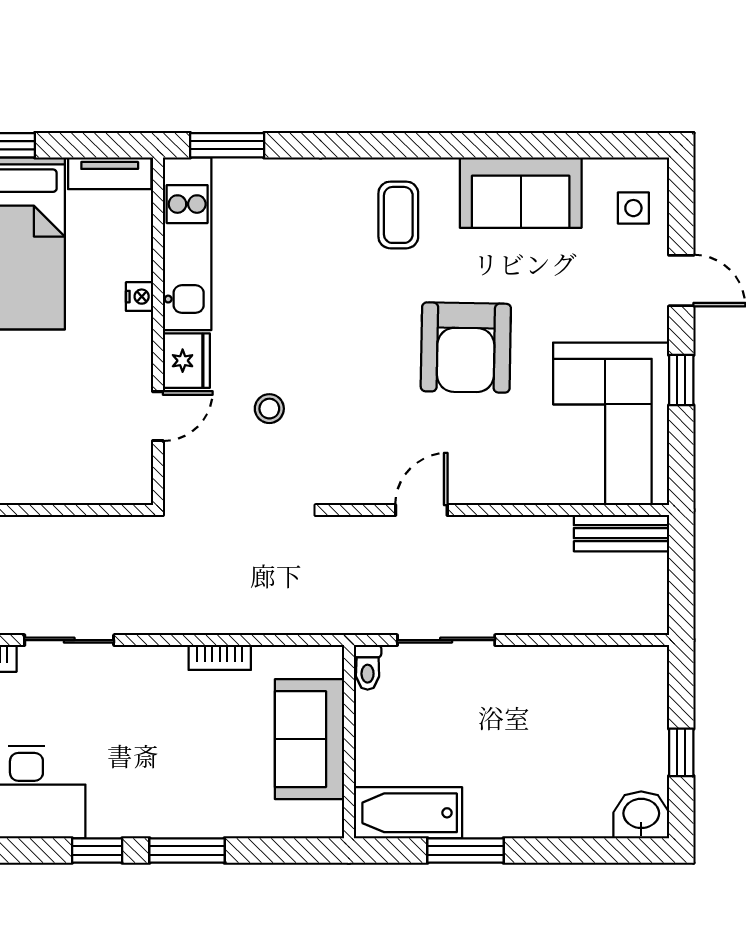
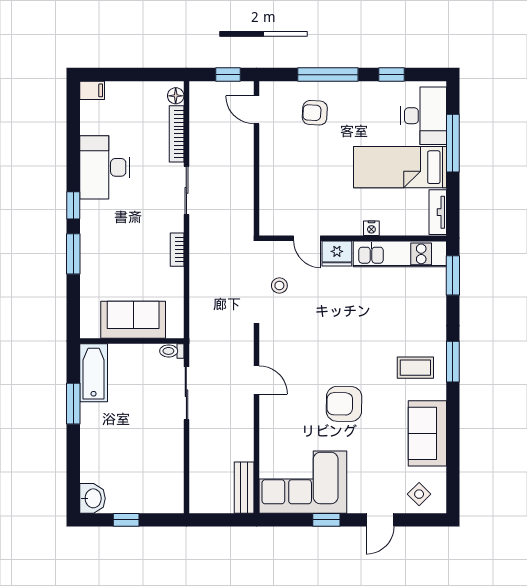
window: (387, 145) -> (453, 362), added
side table: (633, 208) -> (419, 494), turned 45
armchair: (466, 348) -> (344, 404), width x0.73, depth x0.73
stool: (269, 409) -> (279, 286), moved
bookcase: (220, 657) -> (177, 250), moved

